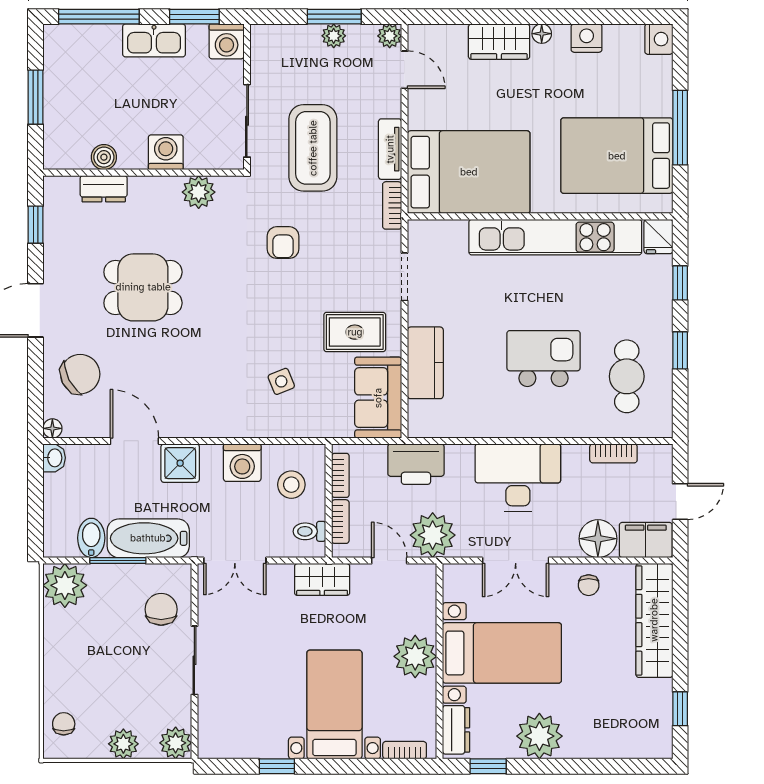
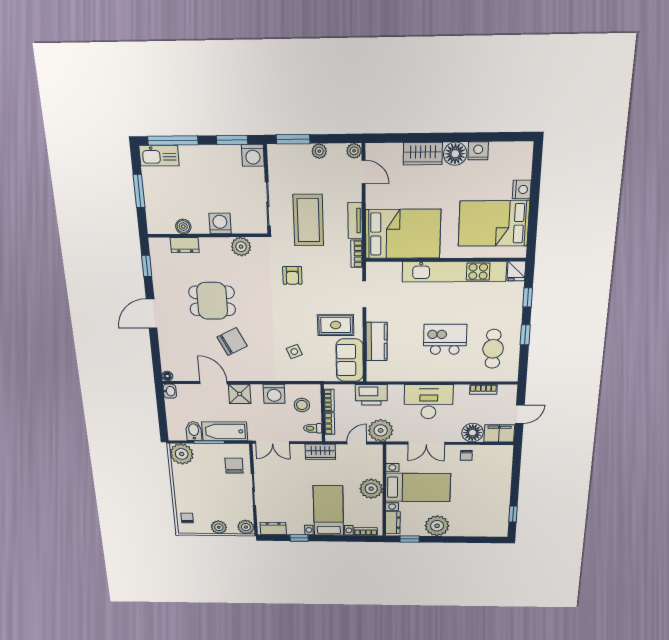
window: (334, 17) -> (293, 139), moved
floor lamp: (542, 34) -> (455, 154), width x1.89, depth x1.89
nightstand: (659, 39) -> (522, 189), moved
kitchen sink: (154, 40) -> (159, 156), moved
window: (680, 128) -> (534, 206), removed
chair: (80, 374) -> (232, 342), moved
door: (389, 561) -> (357, 443), hinge flipped
wardrobe: (654, 620) -> (502, 473), removed
dresser: (228, 745) -> (273, 528), added

